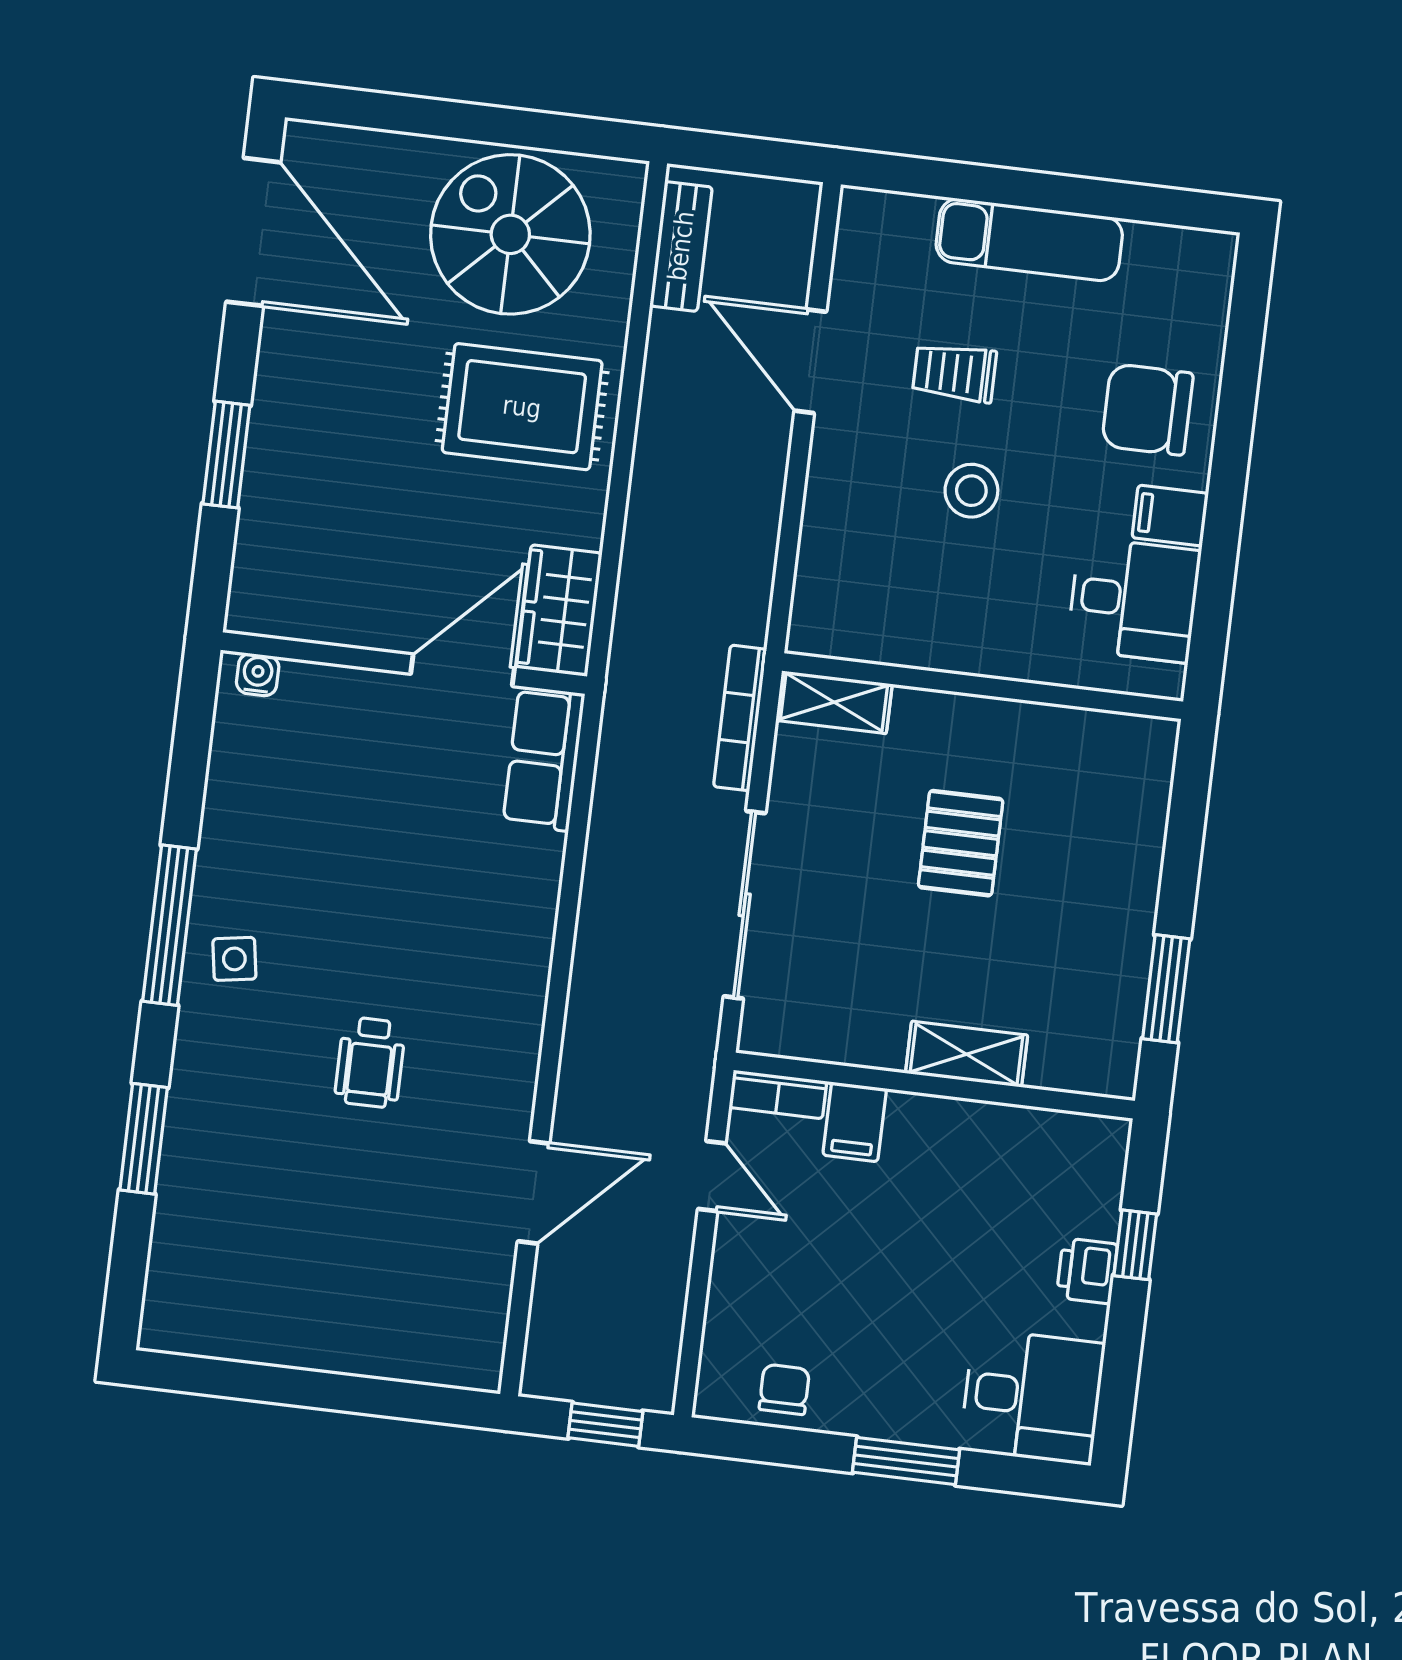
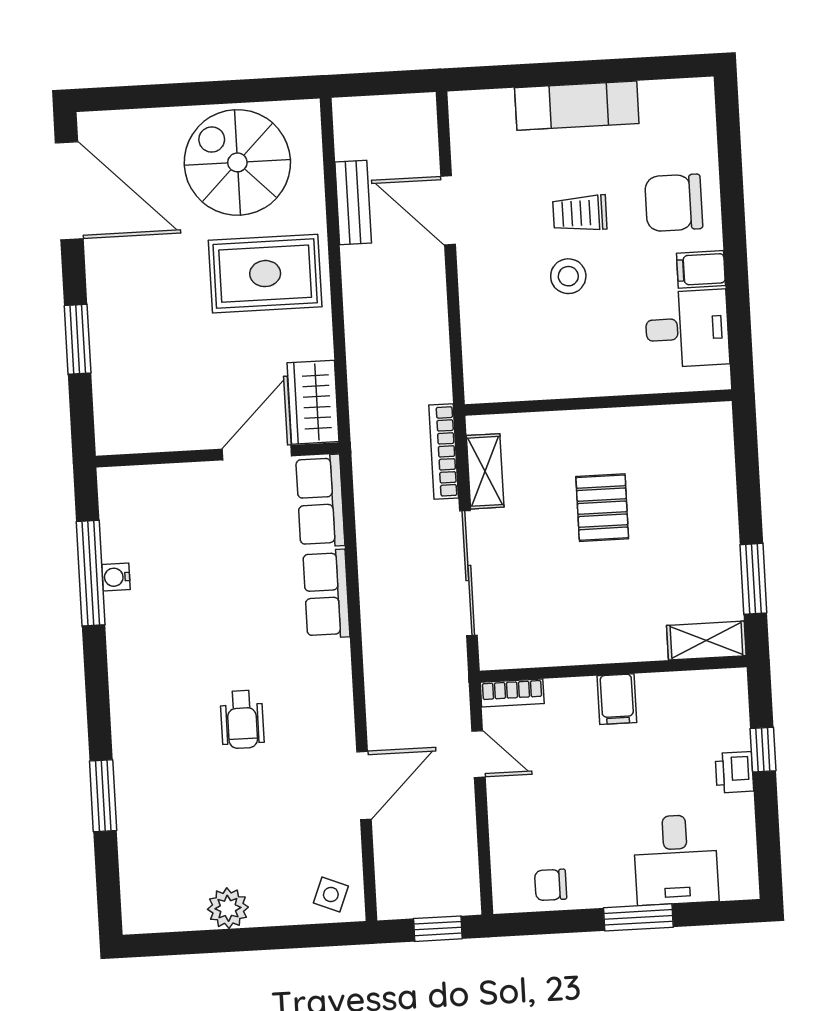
bench: (681, 246) -> (353, 202), moved
trolley: (954, 373) -> (580, 213), moved
water cooler: (258, 675) -> (116, 577), moved, turned -90
shelving: (834, 702) -> (485, 471), moved, turned 90
row of seats: (528, 898) -> (326, 594), added
window: (169, 925) -> (91, 573), moved
side table: (234, 959) -> (331, 894), moved, turned 31
shelving: (967, 1054) -> (706, 641), moved
filing cabinet: (855, 1122) -> (617, 699), moved
plant: (299, 1339) -> (228, 908), added
chair: (784, 1389) -> (551, 885), turned -90
desk: (1032, 1397) -> (676, 860), moved, turned 90

